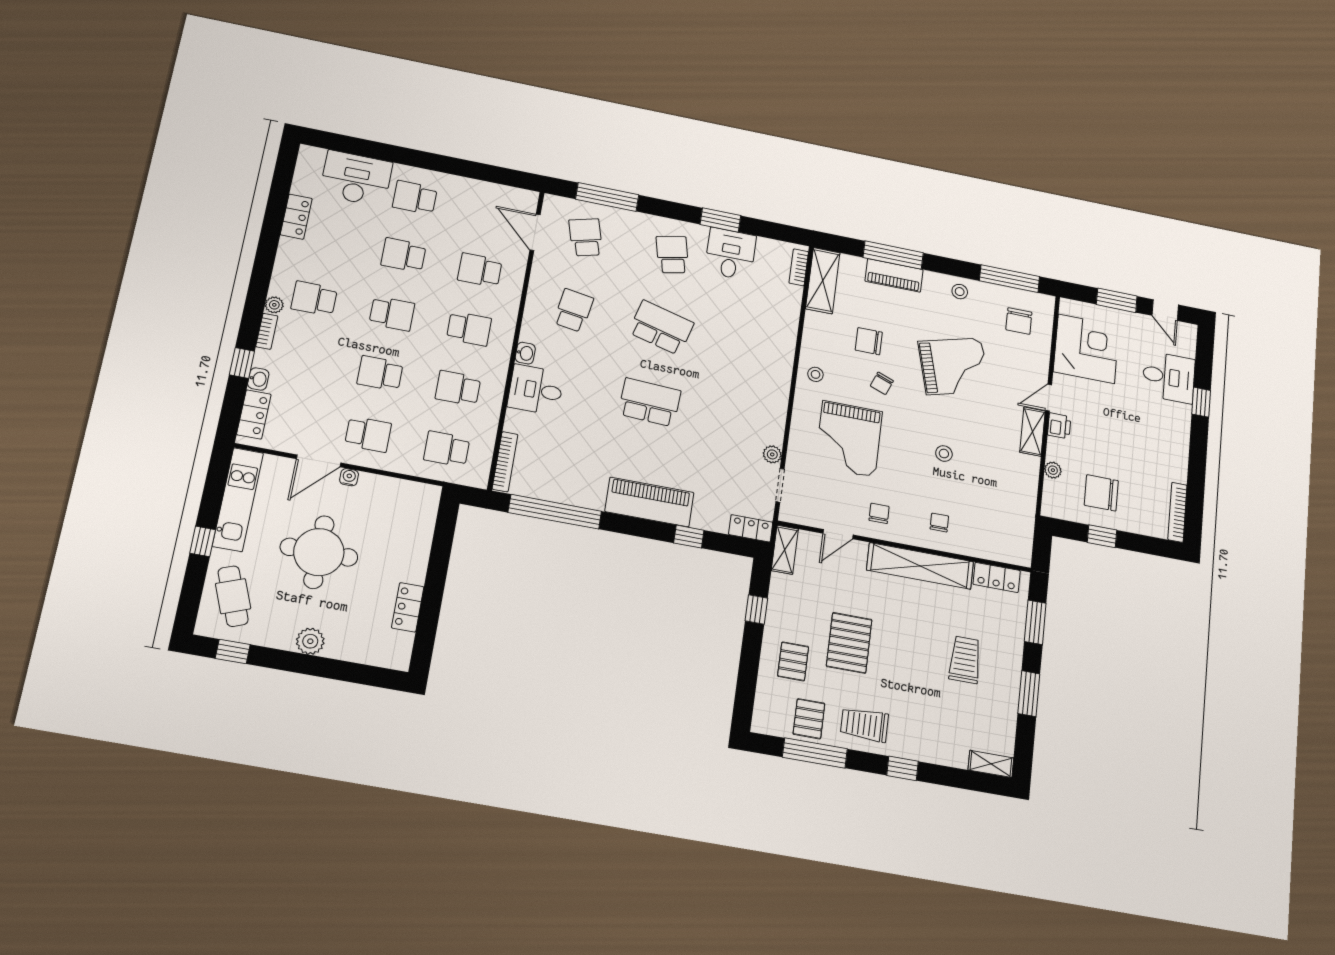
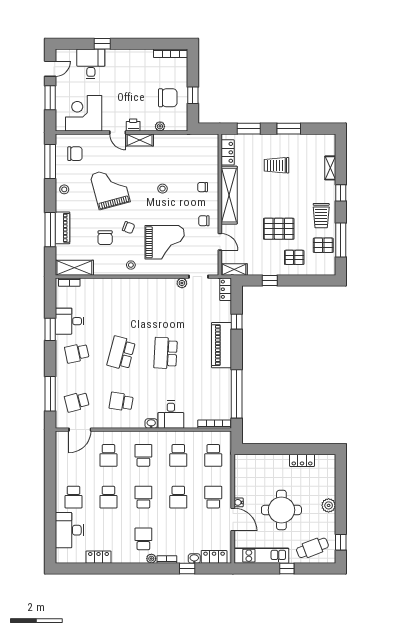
school desk: (314, 299) -> (143, 539), turned 180
chair: (1101, 493) -> (168, 98), turned -90
shelving: (991, 764) -> (330, 168), moved

